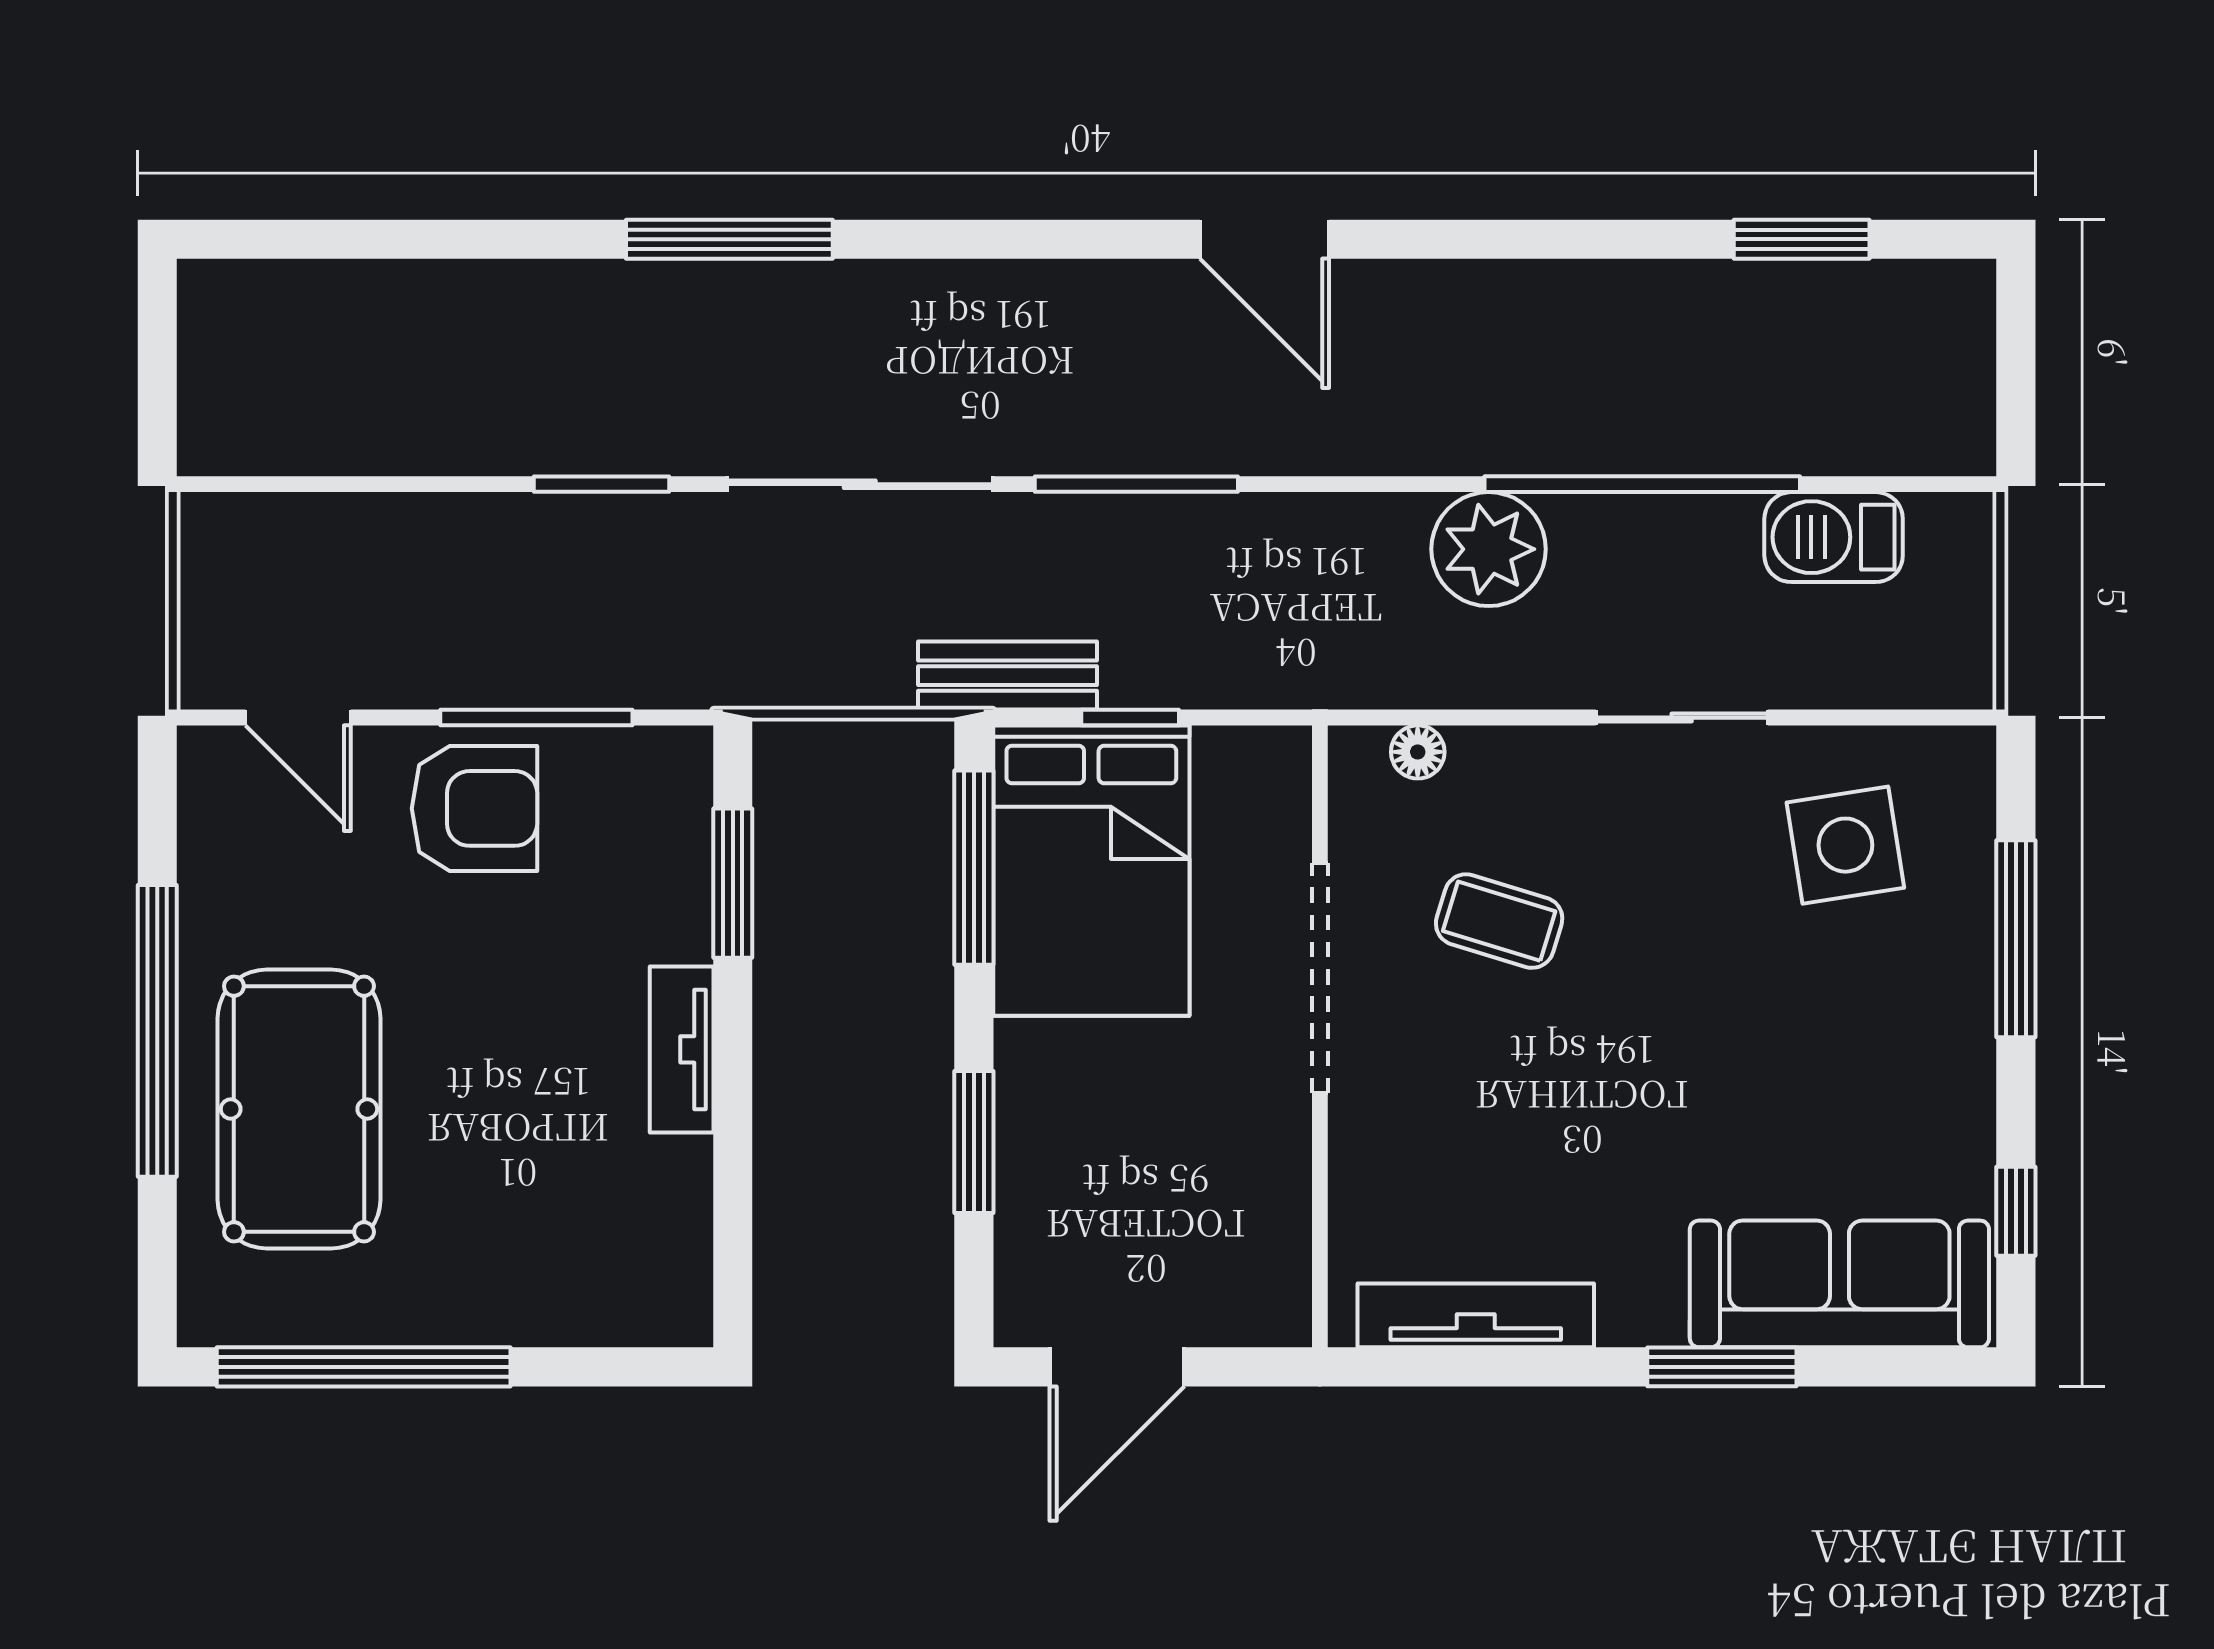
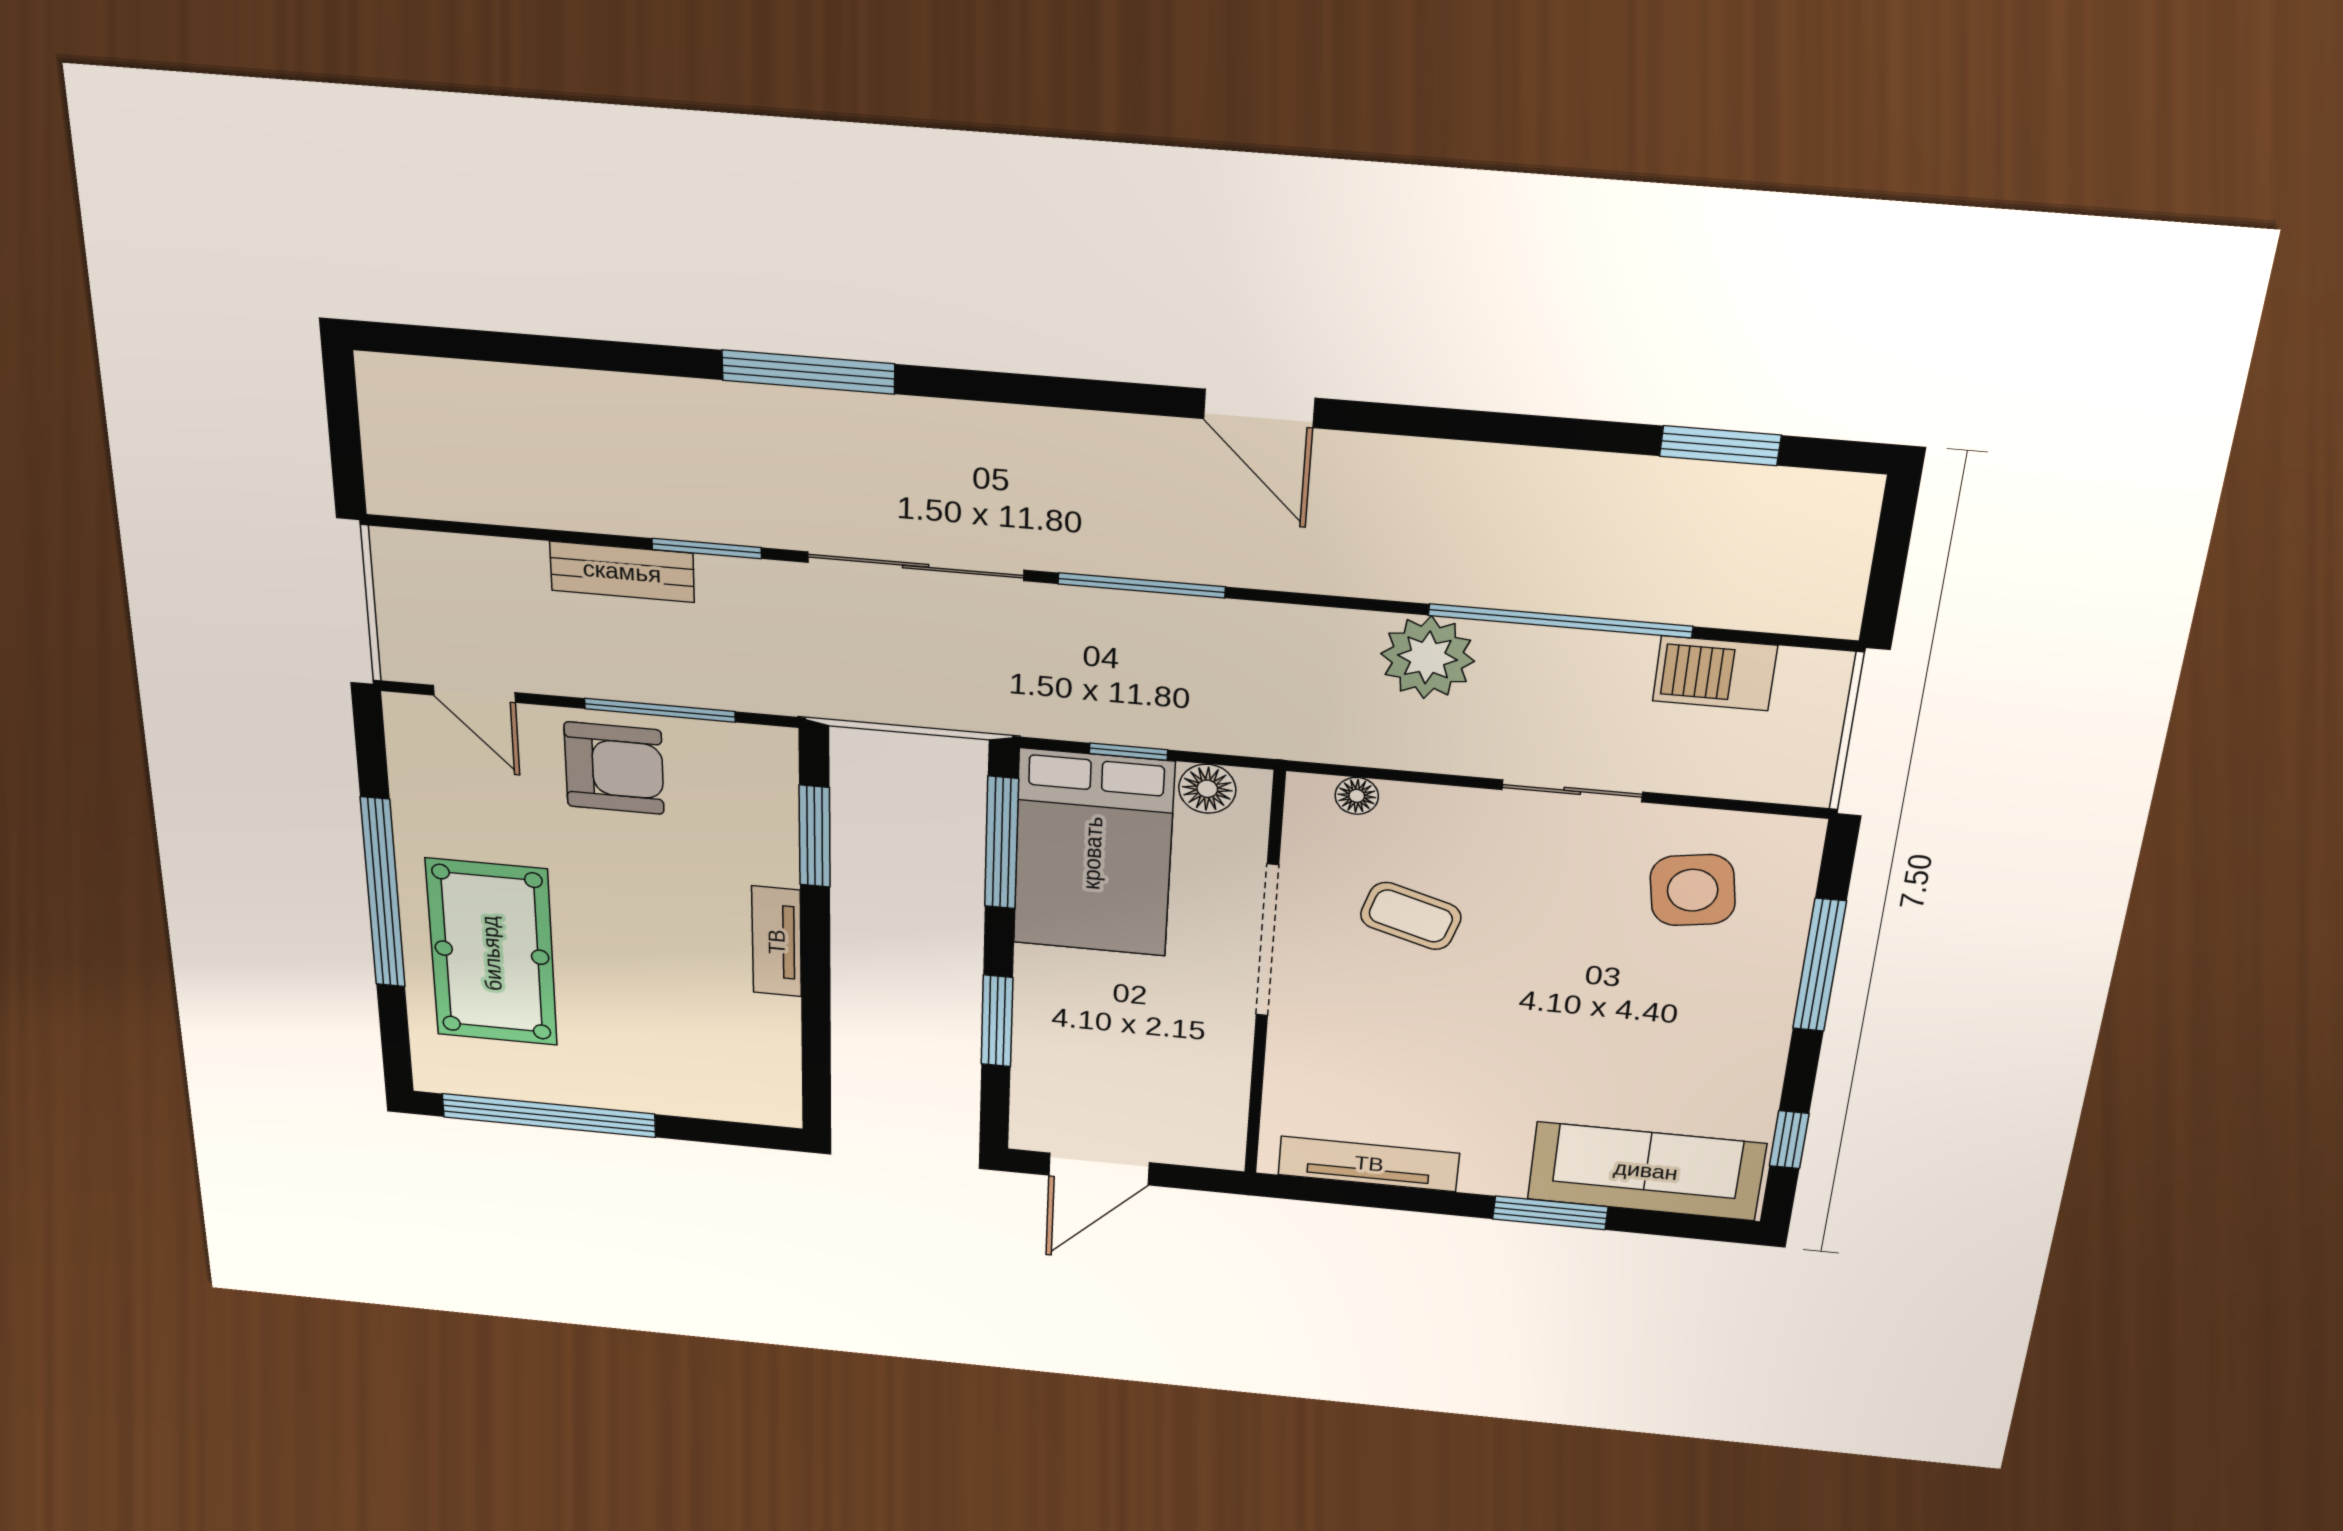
bench: (1007, 676) -> (622, 572), moved
floor lamp: (1231, 761) -> (1207, 789), added

